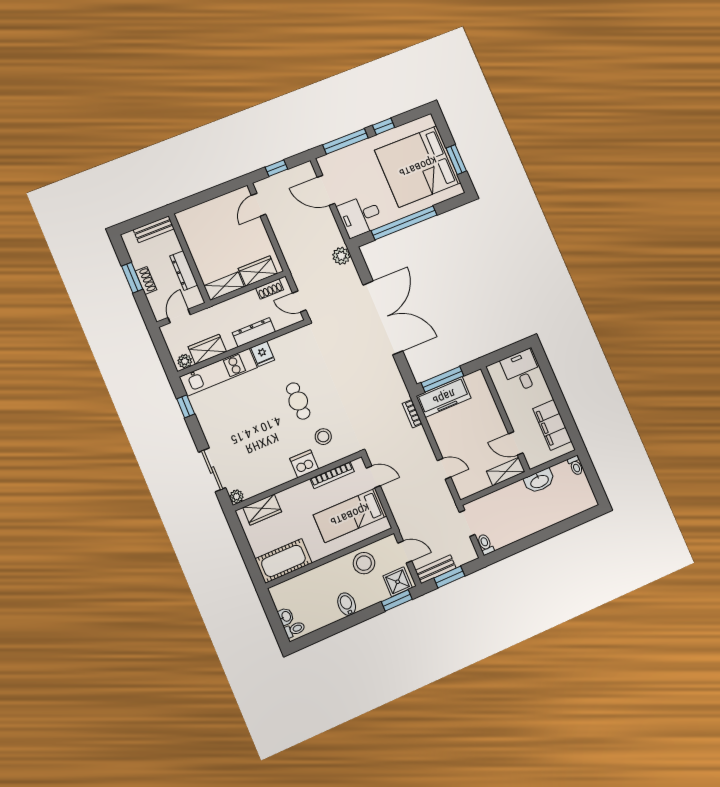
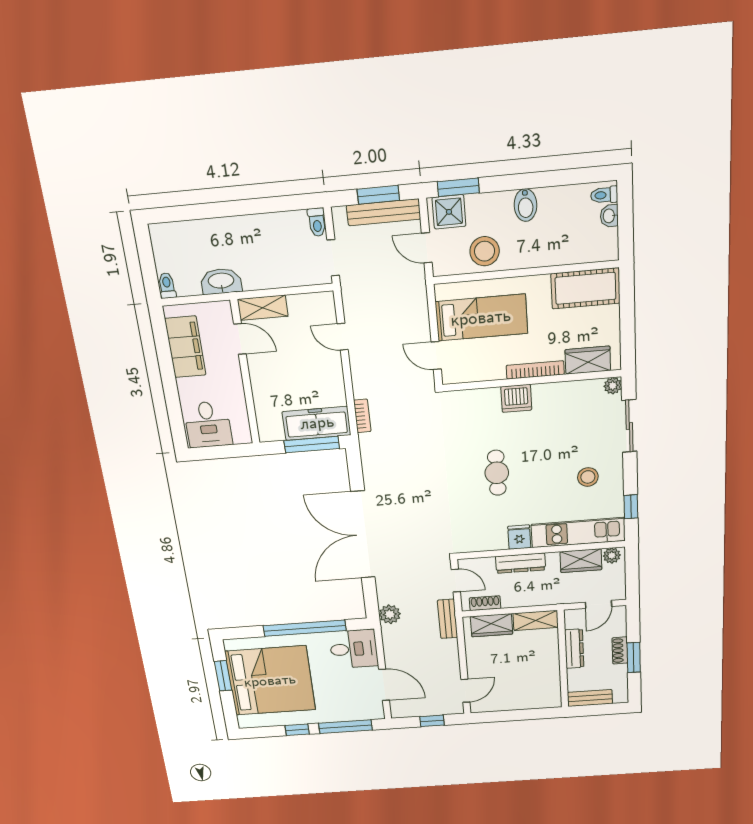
bench: (295, 266) -> (448, 619), added
stool: (323, 437) -> (588, 477), moved
bookcase: (332, 475) -> (535, 370), moved
bench: (436, 569) -> (384, 212), width x1.36

